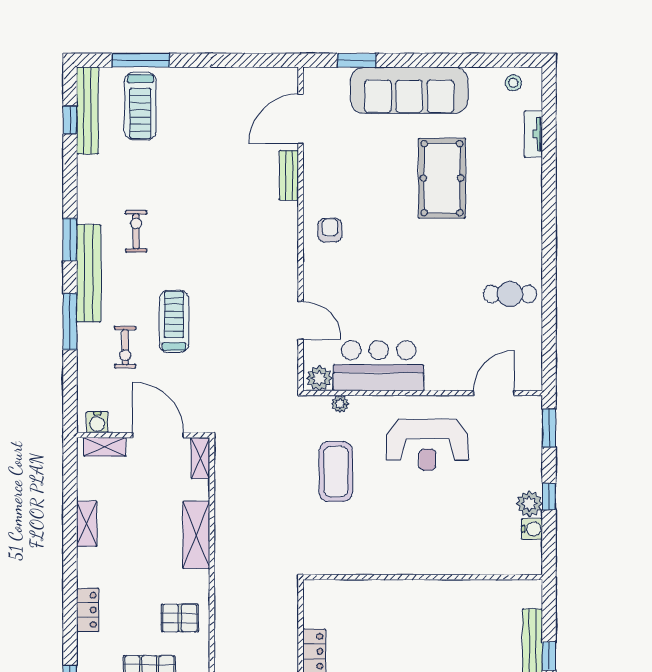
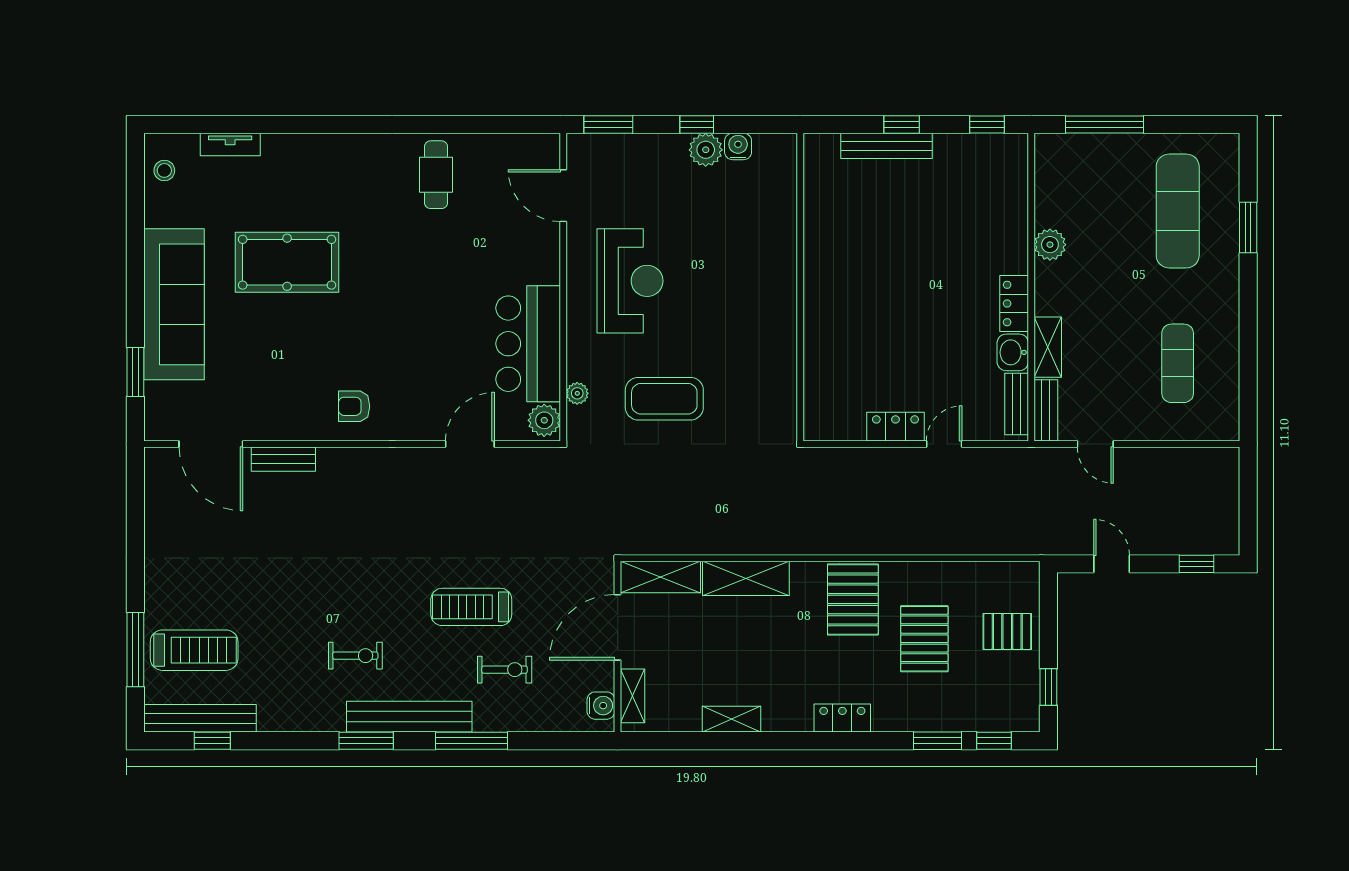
exercise bike: (136, 231) -> (355, 656), turned 180
shelving: (200, 458) -> (660, 577), width x1.50, depth x1.33
pallet: (180, 618) -> (853, 599), width x1.50, depth x1.42

